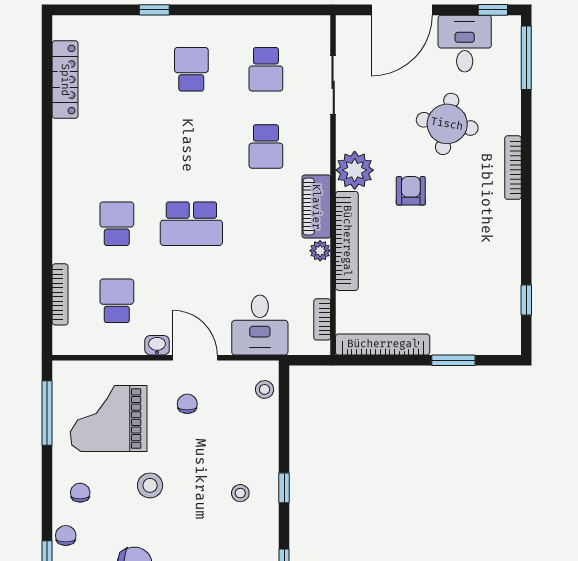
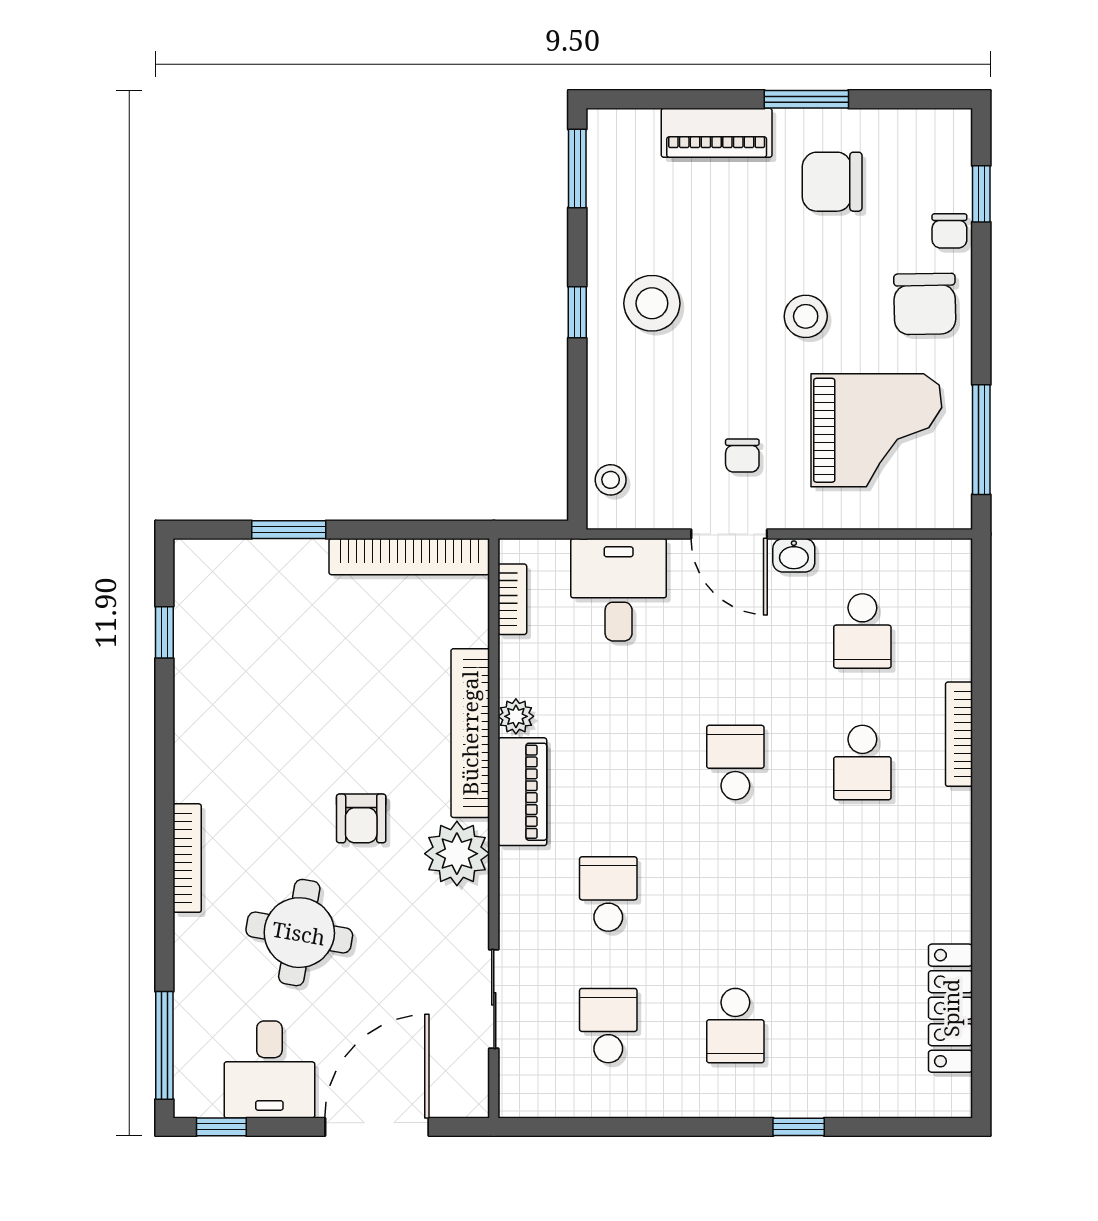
school desk: (191, 224) -> (735, 762), width x0.54
bookcase: (60, 294) -> (959, 734), moved
chair: (80, 493) -> (925, 304), width x1.87, depth x1.87
stool: (240, 493) -> (652, 303), width x1.89, depth x1.89

